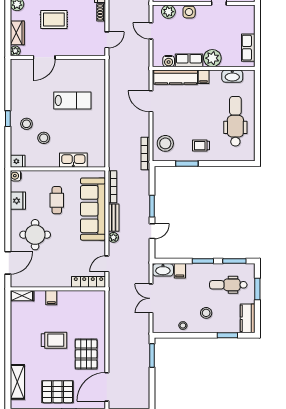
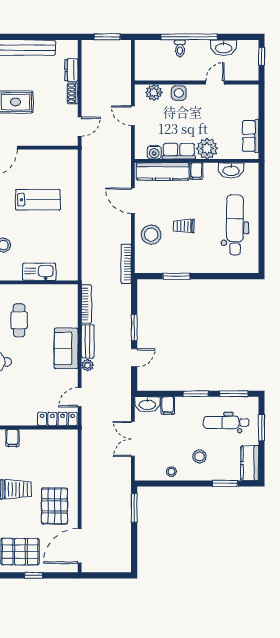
stool: (165, 143) -> (151, 235), moved
trolley: (201, 146) -> (184, 226), moved
sofa: (93, 209) -> (66, 348), width x0.54, depth x0.79

